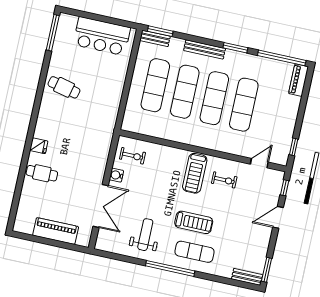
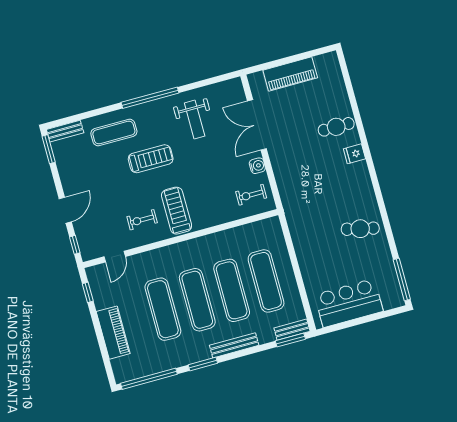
piano: (299, 80) -> (113, 333), moved, width x1.37, depth x1.33
treadmill: (194, 222) -> (151, 159), turned 180
exercise mat: (194, 252) -> (114, 133), moved

